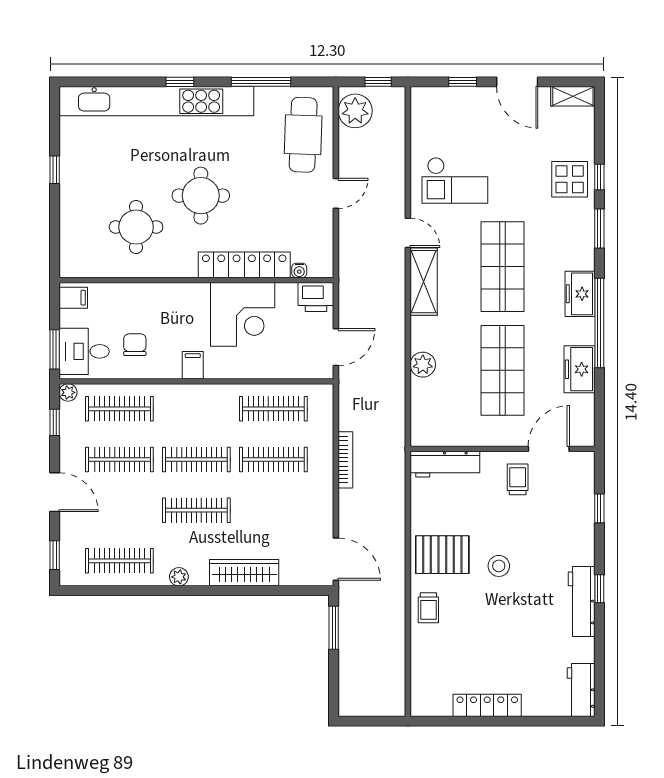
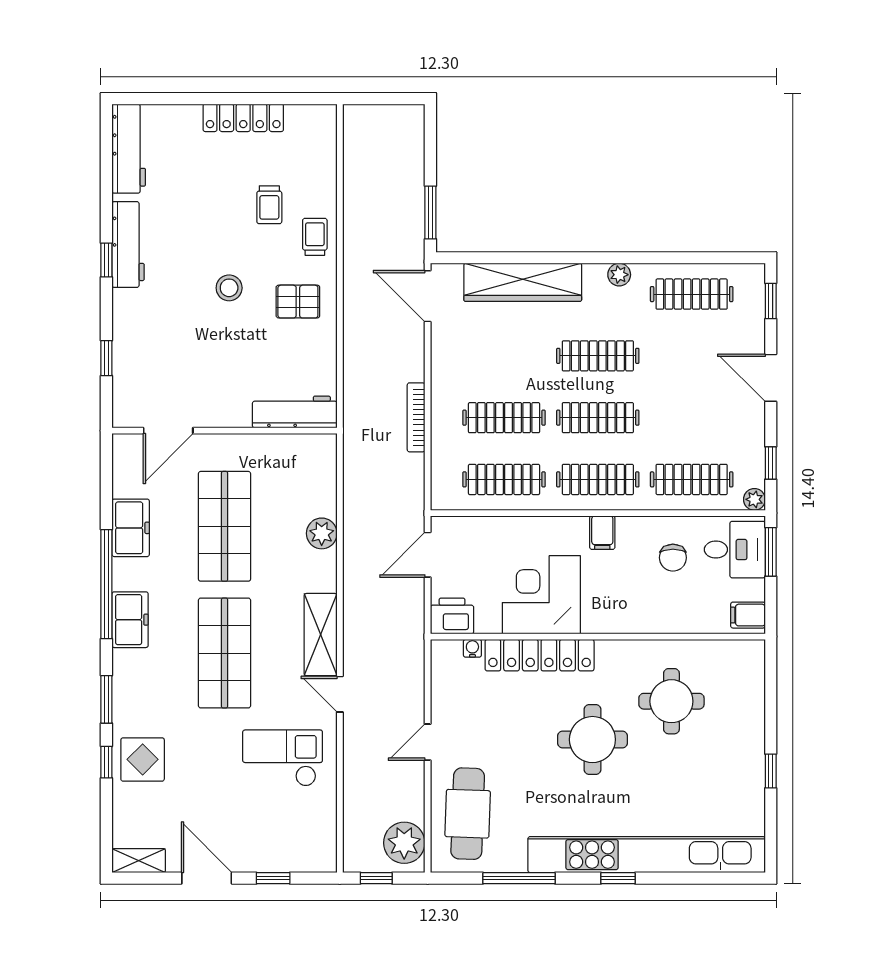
clothes rail: (119, 460) -> (598, 479), moved
trolley: (518, 479) -> (269, 205), moved
pallet: (442, 555) -> (298, 302), width x0.67, depth x0.71
wardrobe: (244, 573) -> (523, 282), width x1.40, depth x1.17
workbench: (581, 690) -> (129, 149), width x1.38

